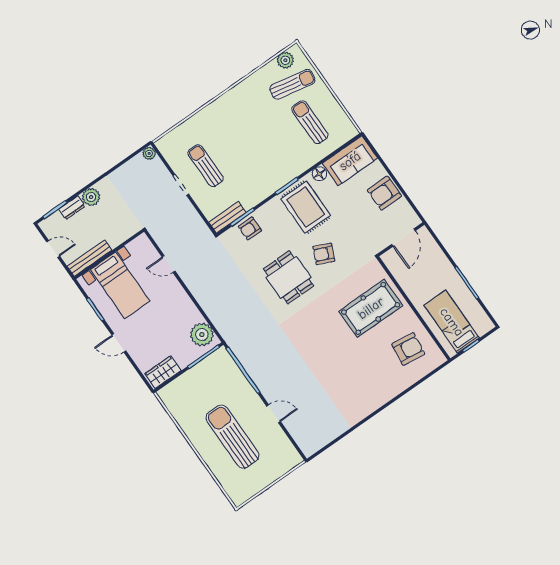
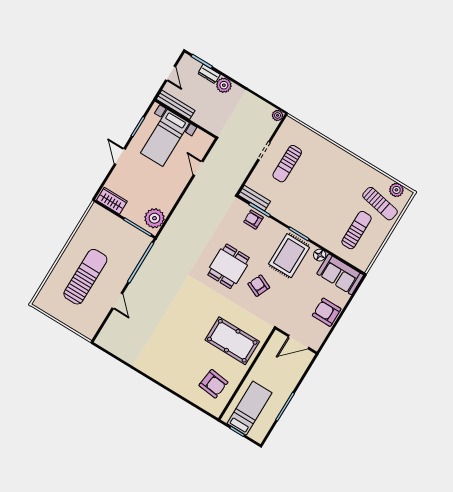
sun lounger: (205, 166) -> (287, 164), turned 180

